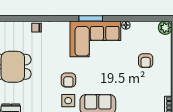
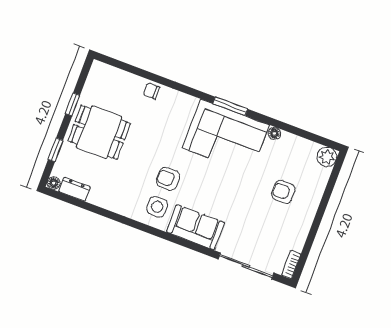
armchair: (146, 61) -> (283, 192), turned 90
armchair: (68, 80) -> (168, 179), turned 90

